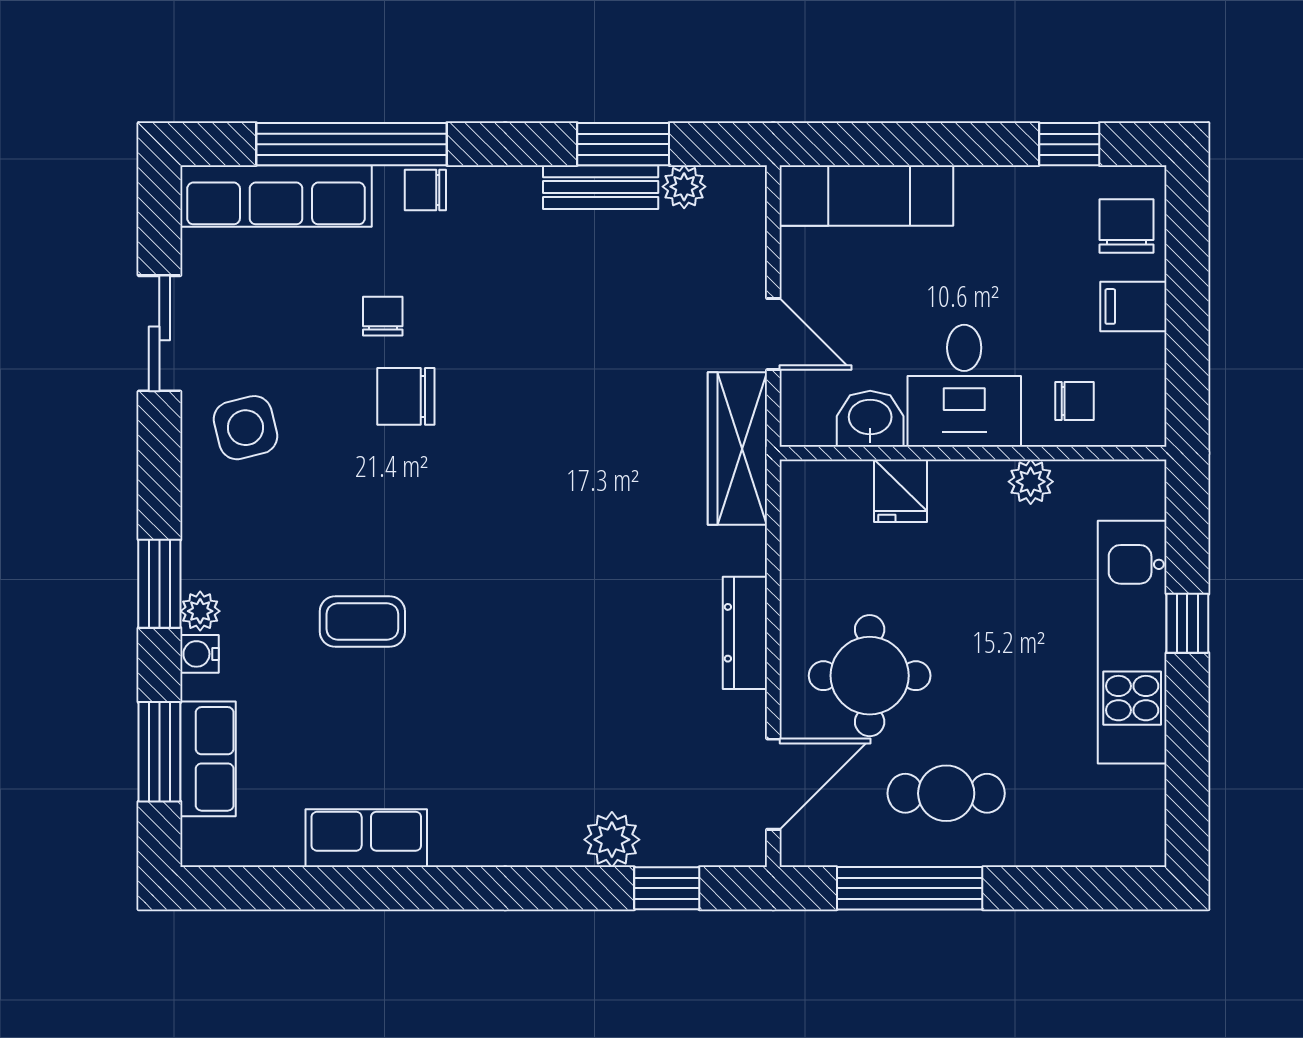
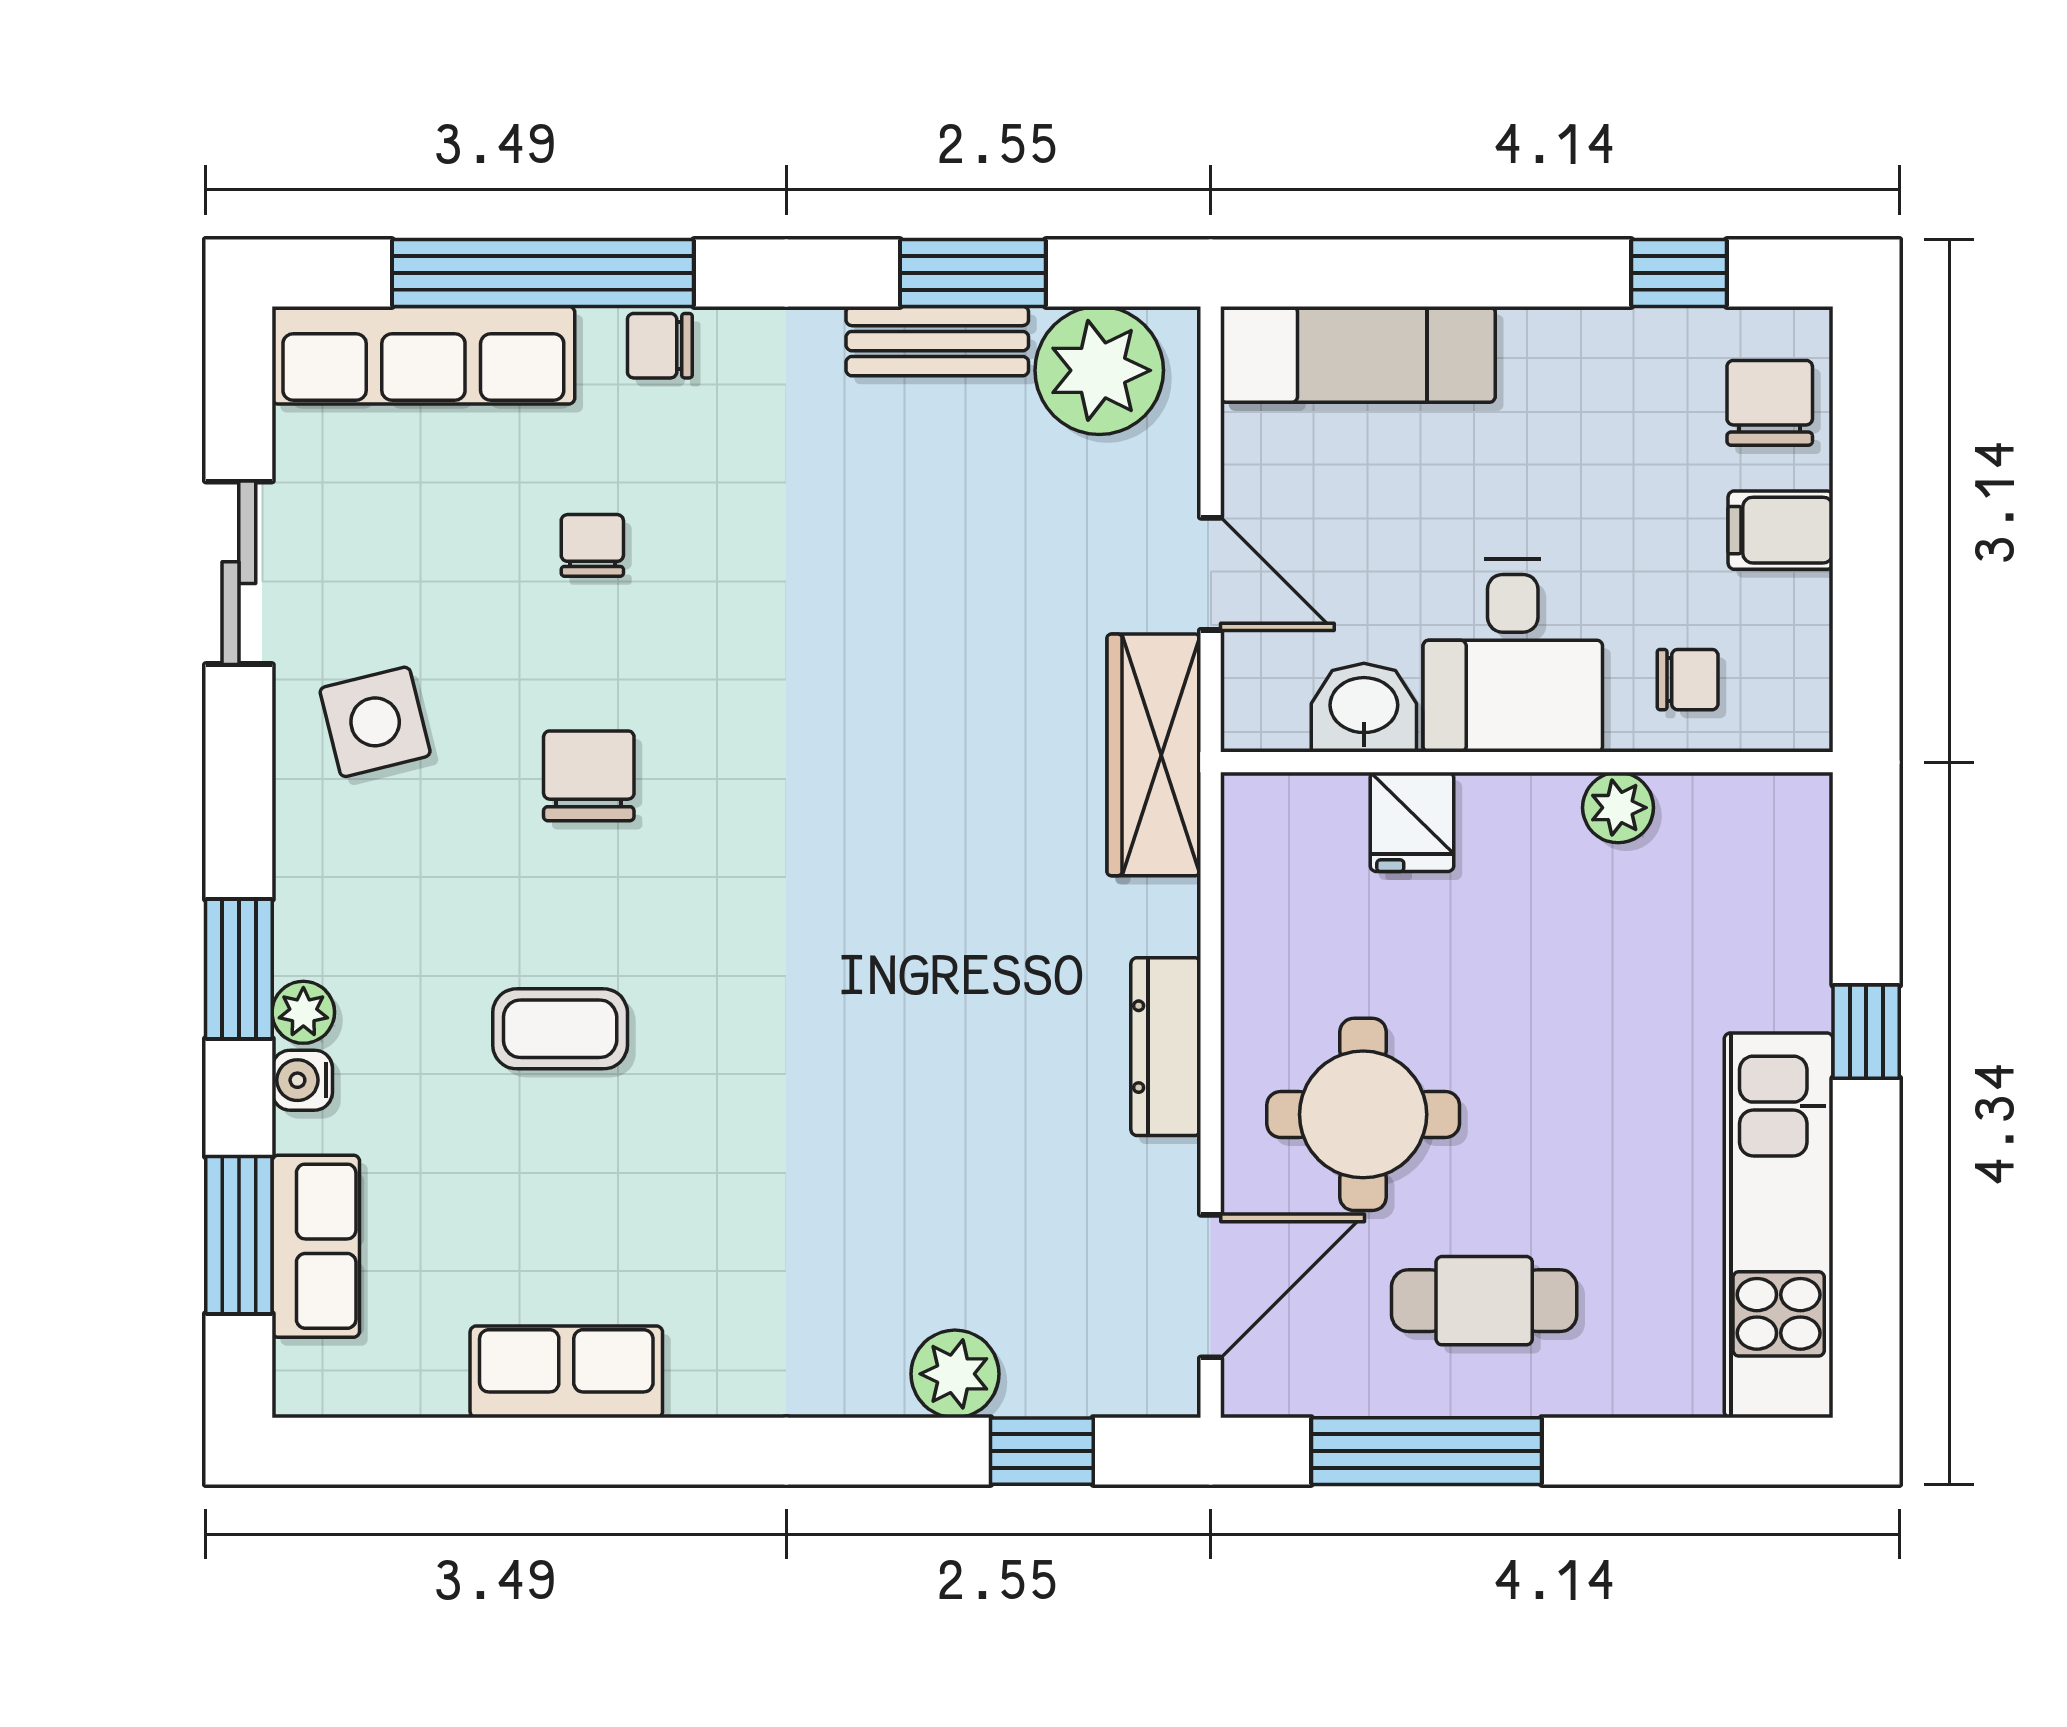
plant: (684, 187) -> (1099, 370), width x1.88, depth x1.88
chair: (406, 396) -> (589, 776), moved, turned 90
kitchen unit: (1132, 642) -> (1779, 1225), moved

